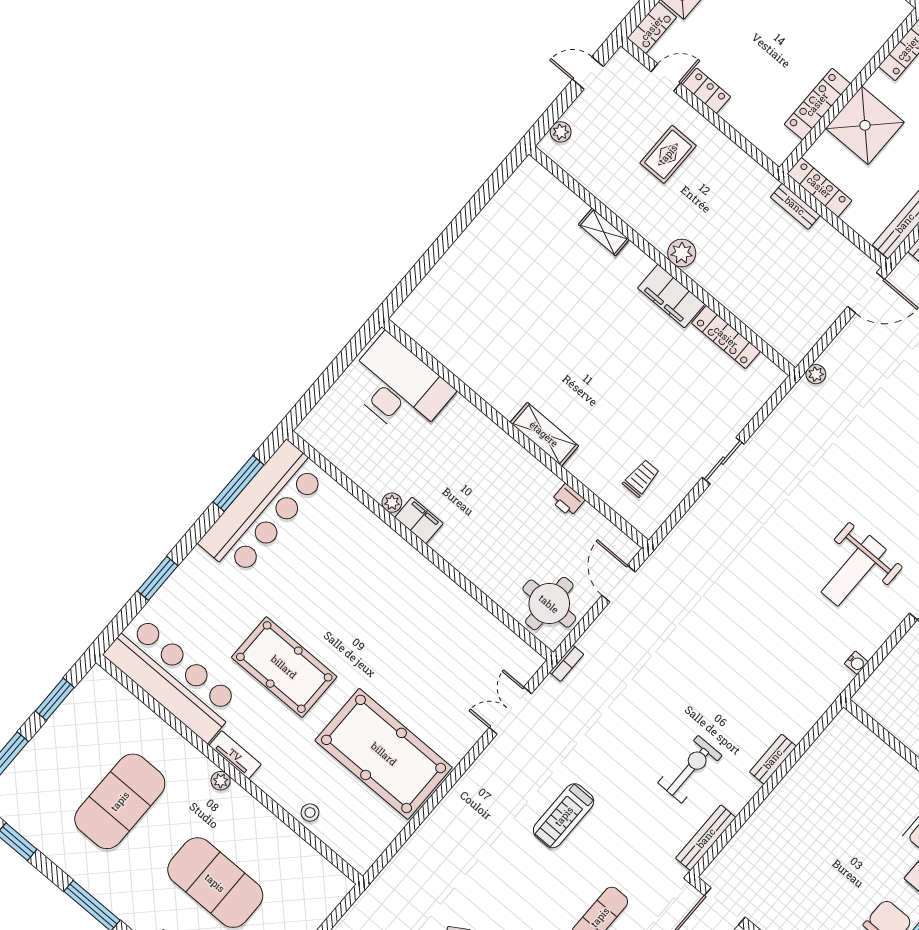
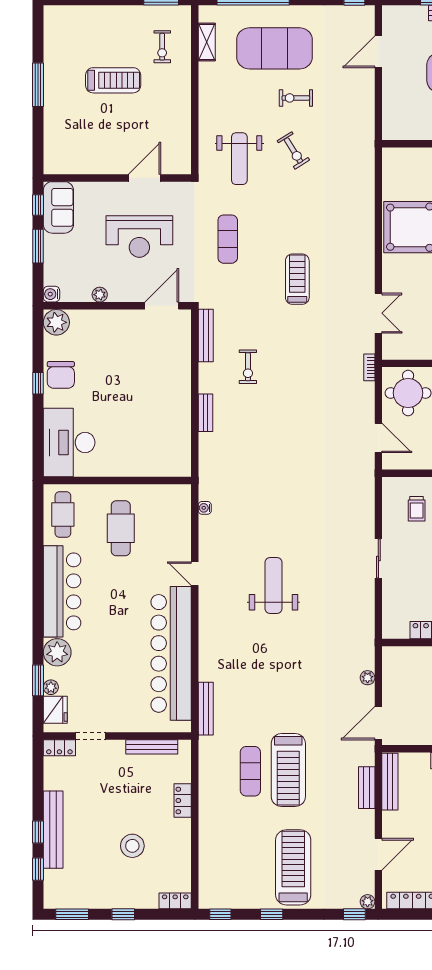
plant: (816, 374) -> (368, 678), moved
weight bench: (854, 571) -> (273, 585), moved
exercise bike: (690, 769) -> (248, 367), width x0.73, depth x0.72

